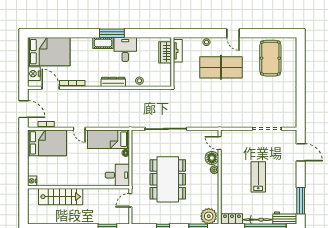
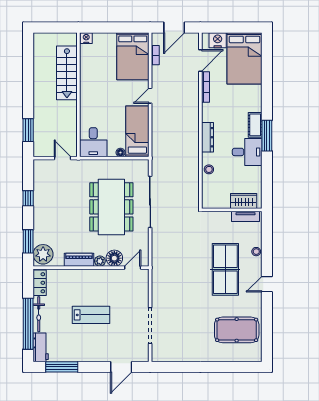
dining table: (168, 179) -> (111, 207), moved, turned 90
piano: (213, 187) -> (79, 260), added

